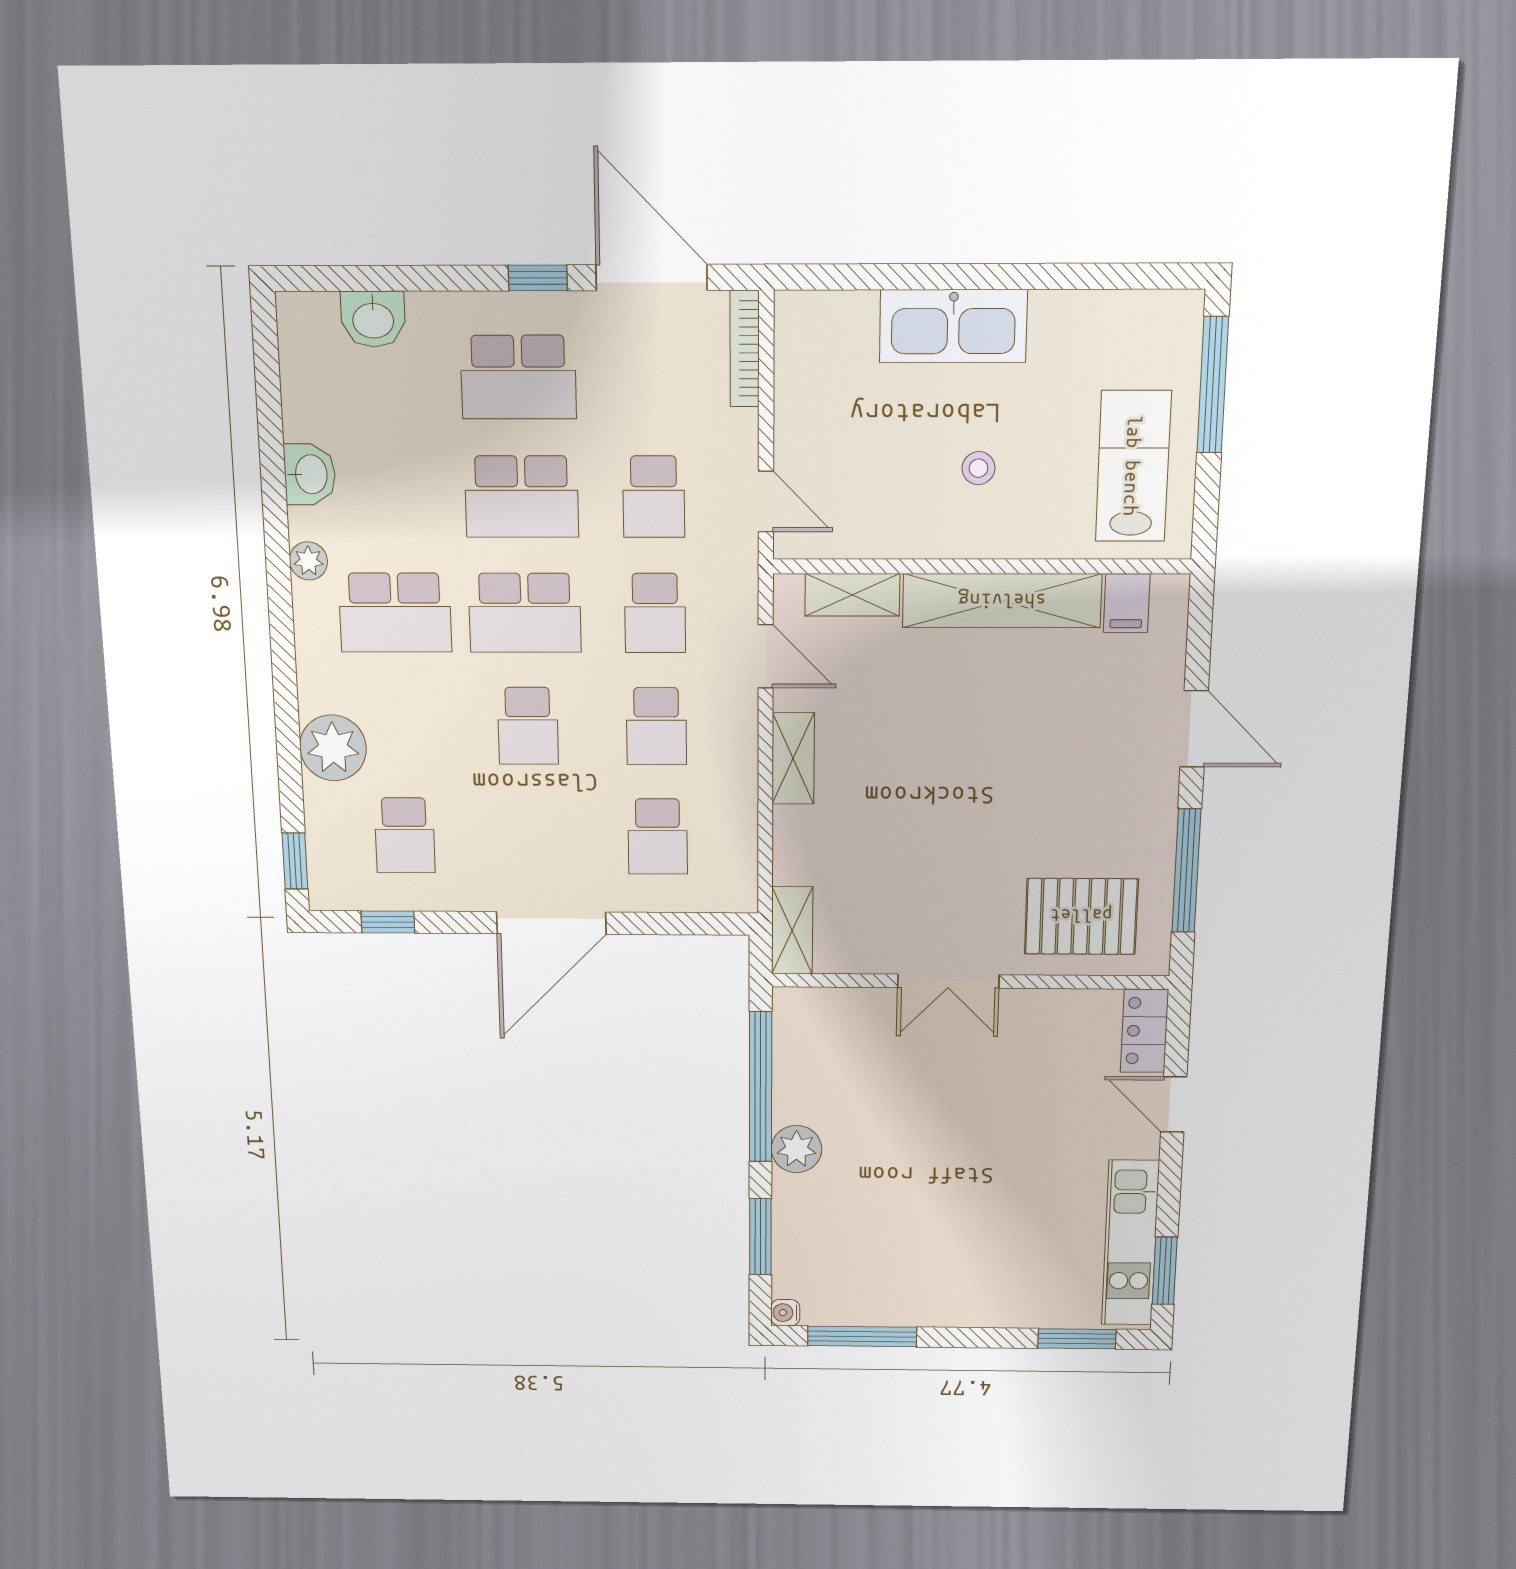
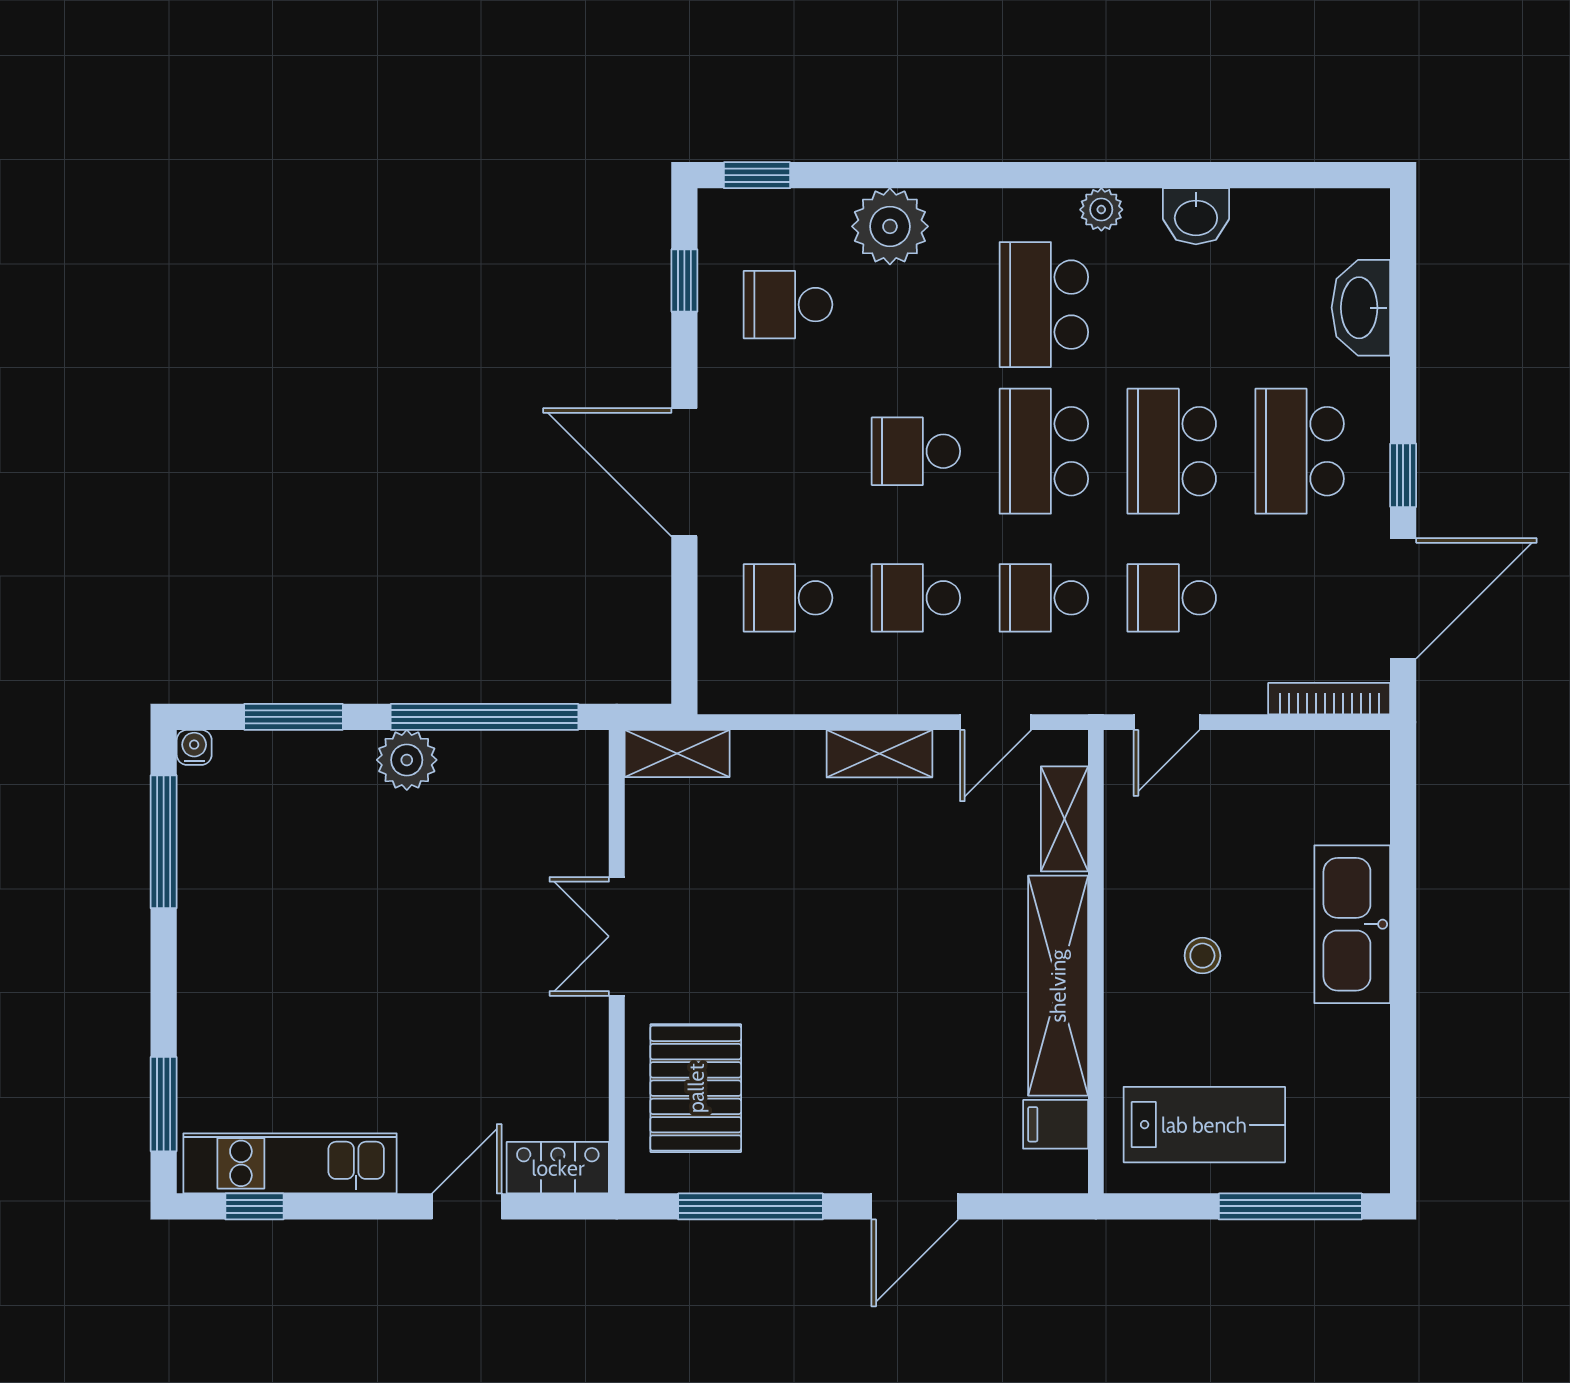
washbasin: (373, 319) -> (1361, 308), width x1.38
window: (1165, 1271) -> (254, 1206), width x0.67

